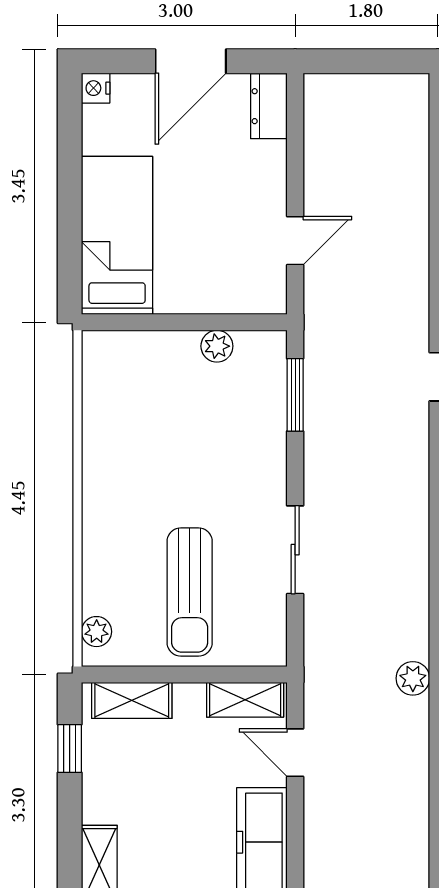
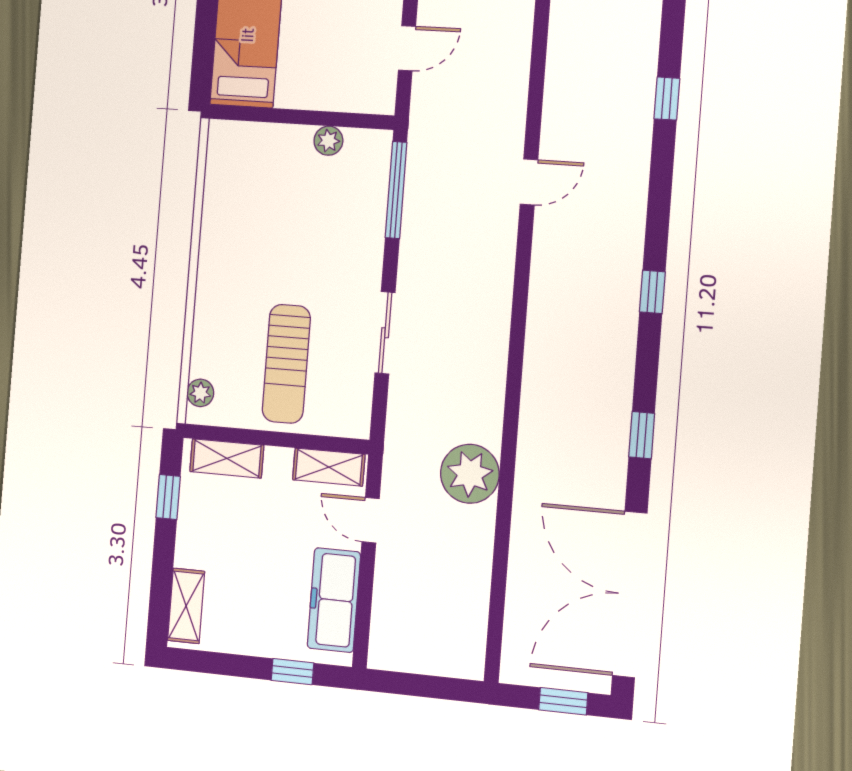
window: (295, 395) -> (396, 190), width x1.44
plant: (413, 678) -> (470, 474), width x1.88, depth x1.88

